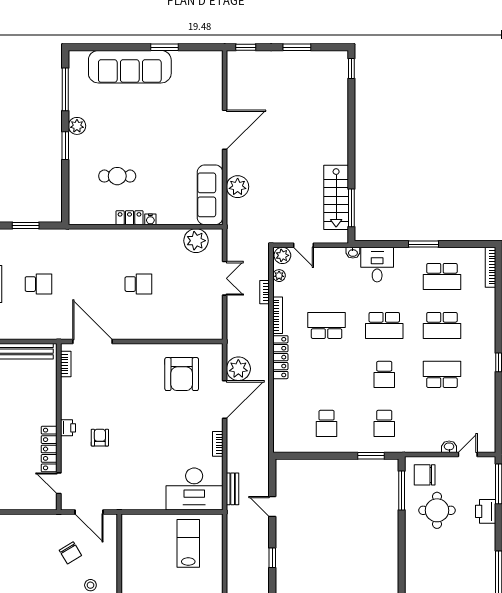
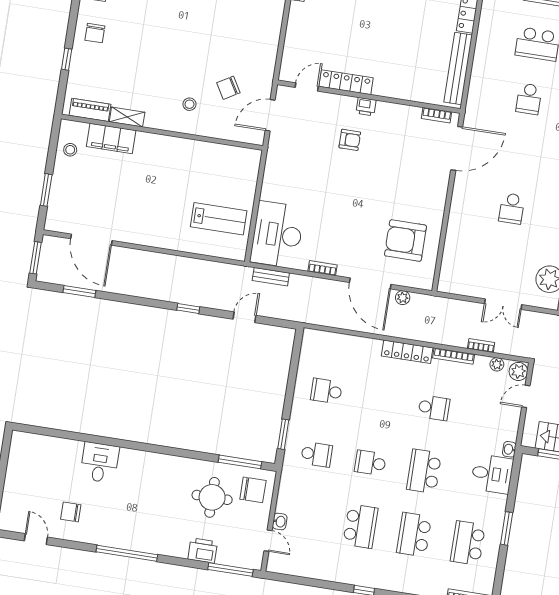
school desk: (327, 325) -> (434, 408), width x0.54
plant: (238, 369) -> (403, 298), width x0.53, depth x0.53
school desk: (384, 423) -> (317, 454), turned 180
chair: (425, 475) -> (253, 490), turned 90

